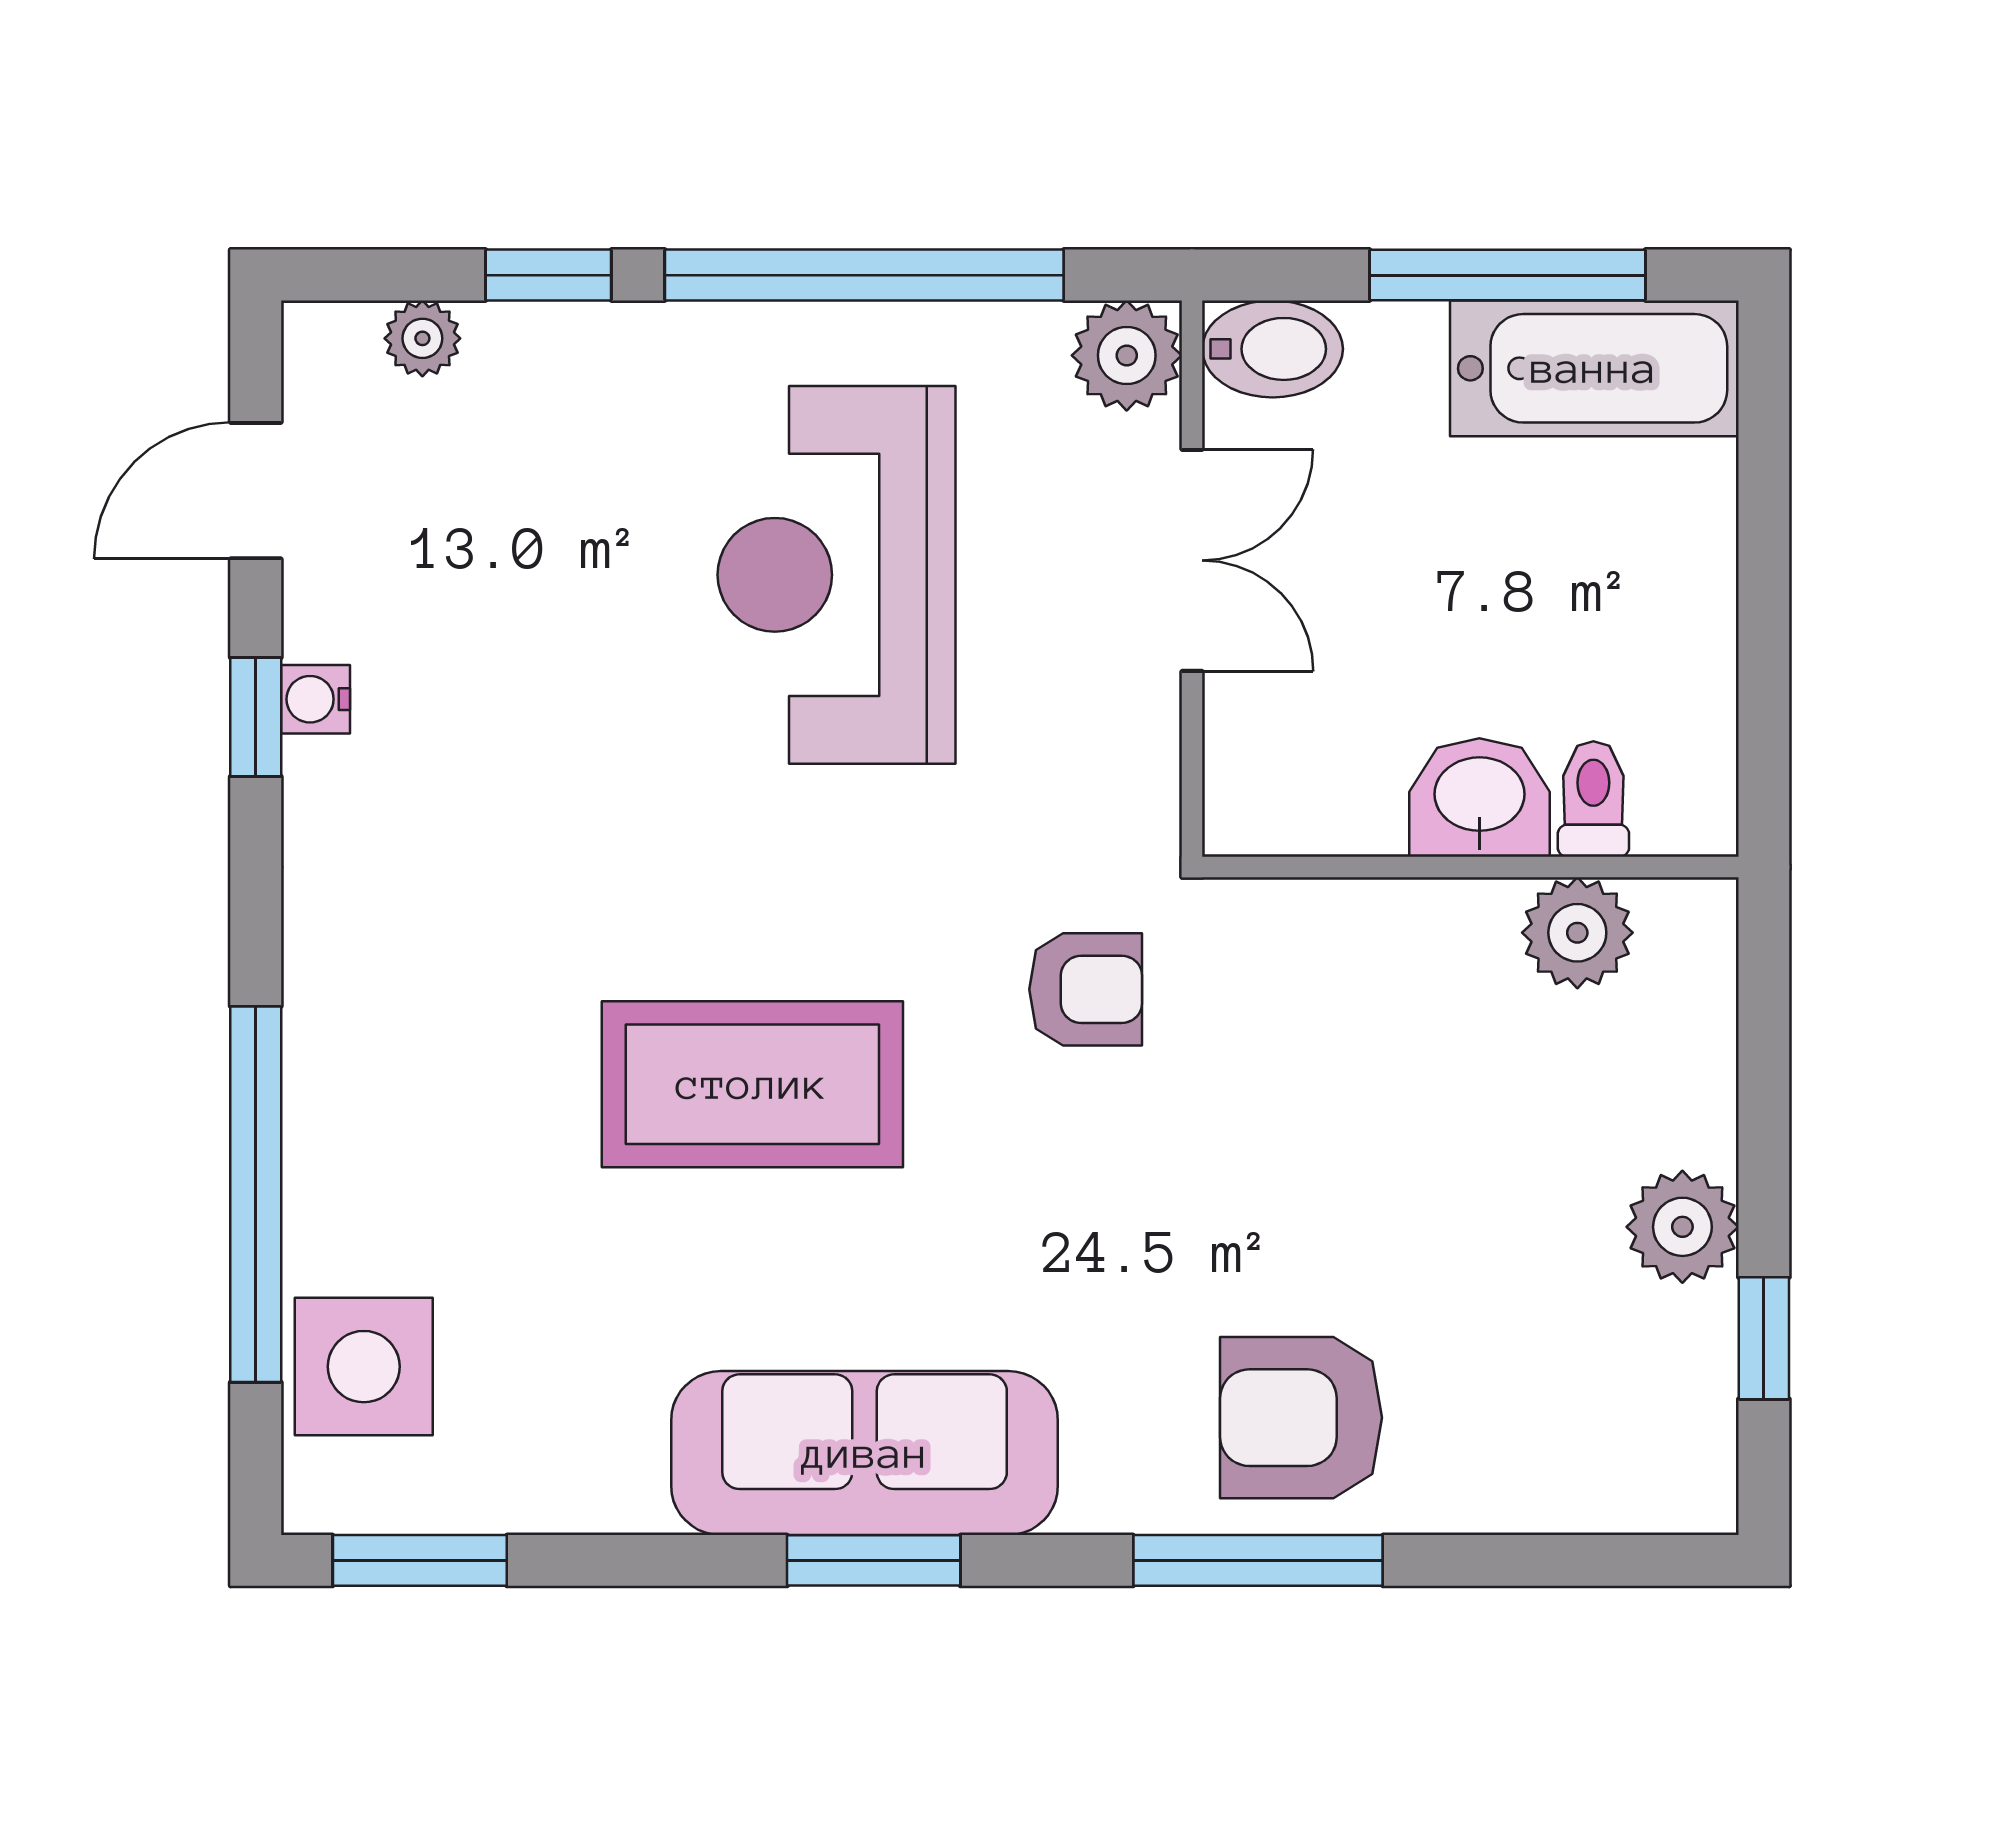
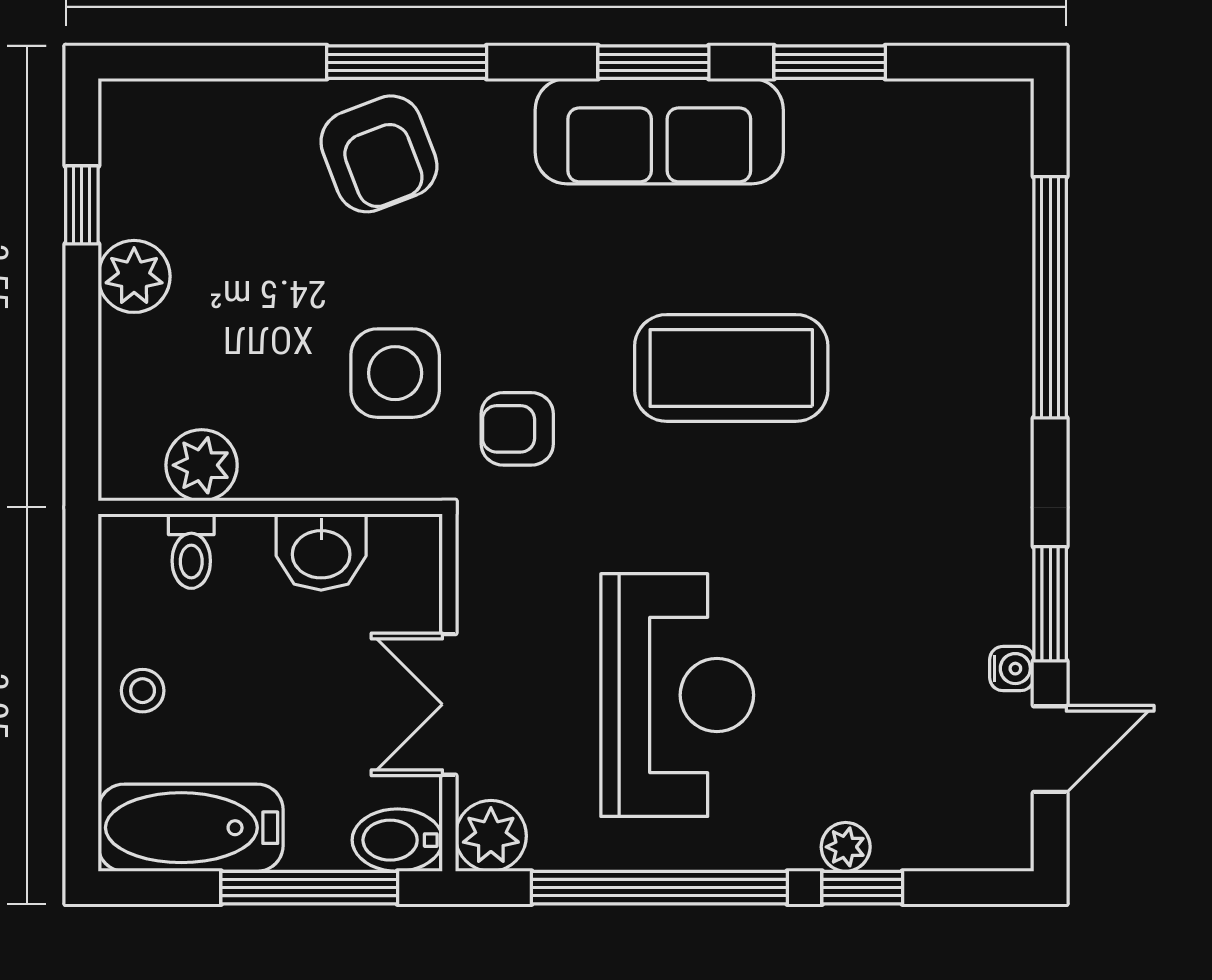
window: (1508, 275) -> (309, 888), moved
plant: (422, 338) -> (846, 847), moved
stool: (1669, 582) -> (143, 691), added
water cooler: (316, 699) -> (1012, 669), moved
window: (256, 717) -> (1050, 604), width x1.50
washbasin: (1479, 798) -> (321, 552), moved
side table: (364, 1367) -> (395, 373), moved
armchair: (1301, 1418) -> (379, 154), turned 69
window: (420, 1560) -> (830, 62), moved

